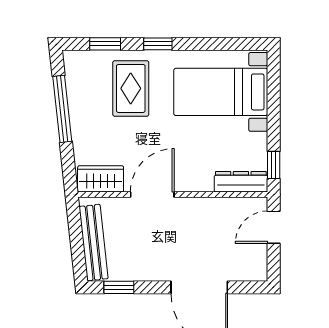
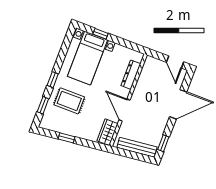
window: (62, 109) -> (67, 138), width x0.46
window: (274, 165) -> (101, 34), moved
dresser: (241, 182) -> (131, 75), moved
door: (274, 227) -> (175, 62), moved

